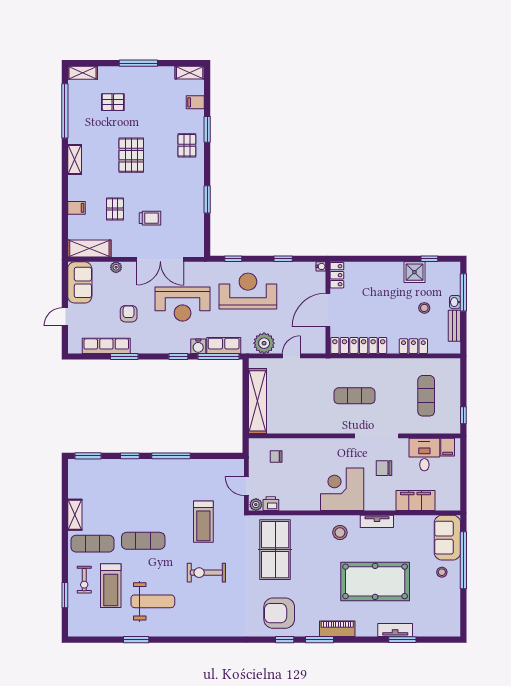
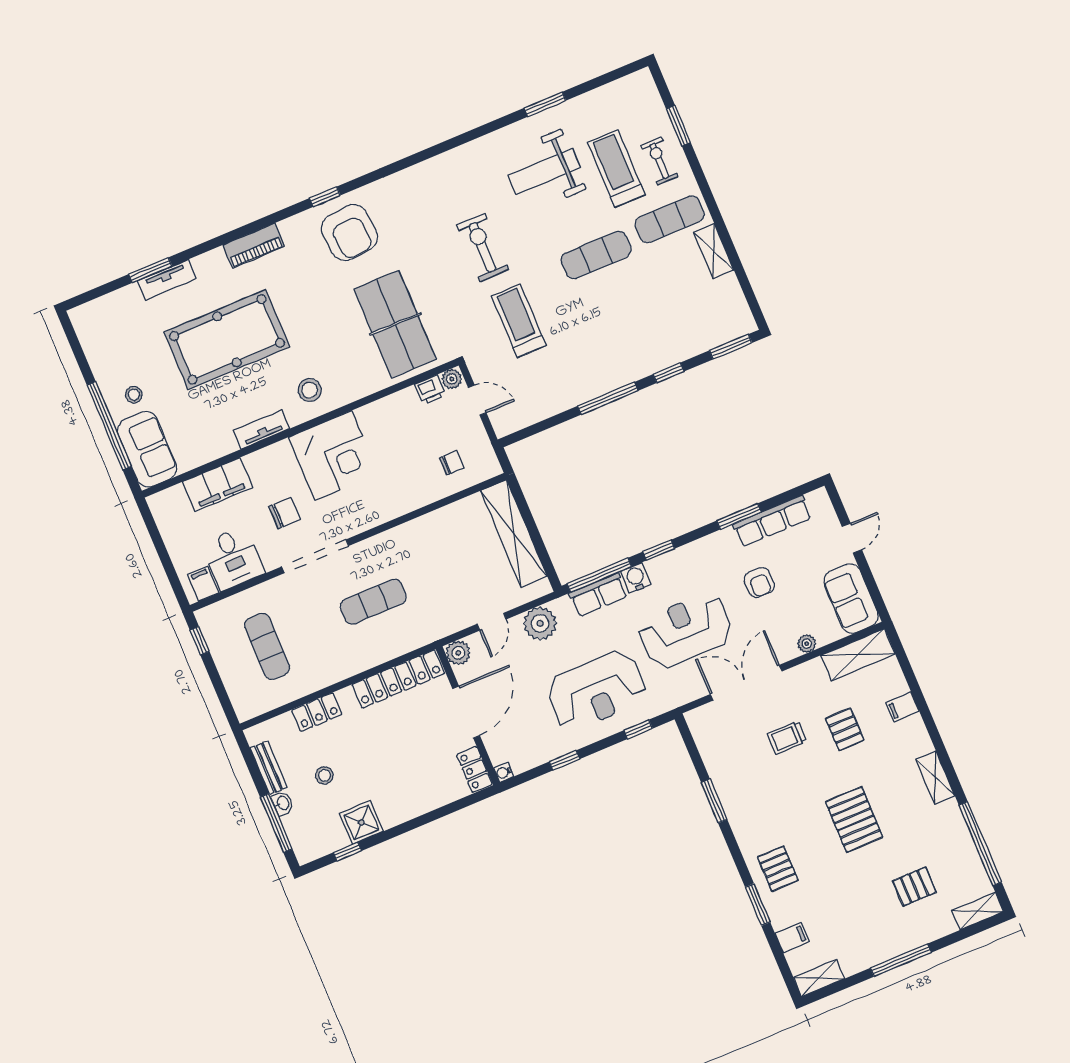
plant: (318, 346) -> (458, 653), added
exercise bike: (206, 573) -> (483, 247), turned -90
armchair: (279, 613) -> (349, 233), turned 85
window: (320, 640) -> (273, 219), removed

